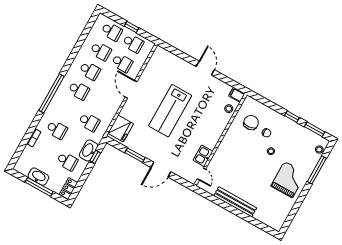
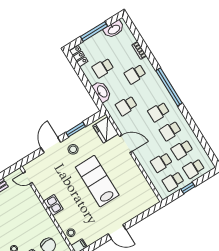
door: (131, 89) -> (126, 144), moved
stool: (154, 148) -> (73, 149), added
kitchen sink: (203, 156) -> (53, 205), moved
window: (95, 157) -> (93, 94), removed
washbasin: (38, 177) -> (114, 29), moved

